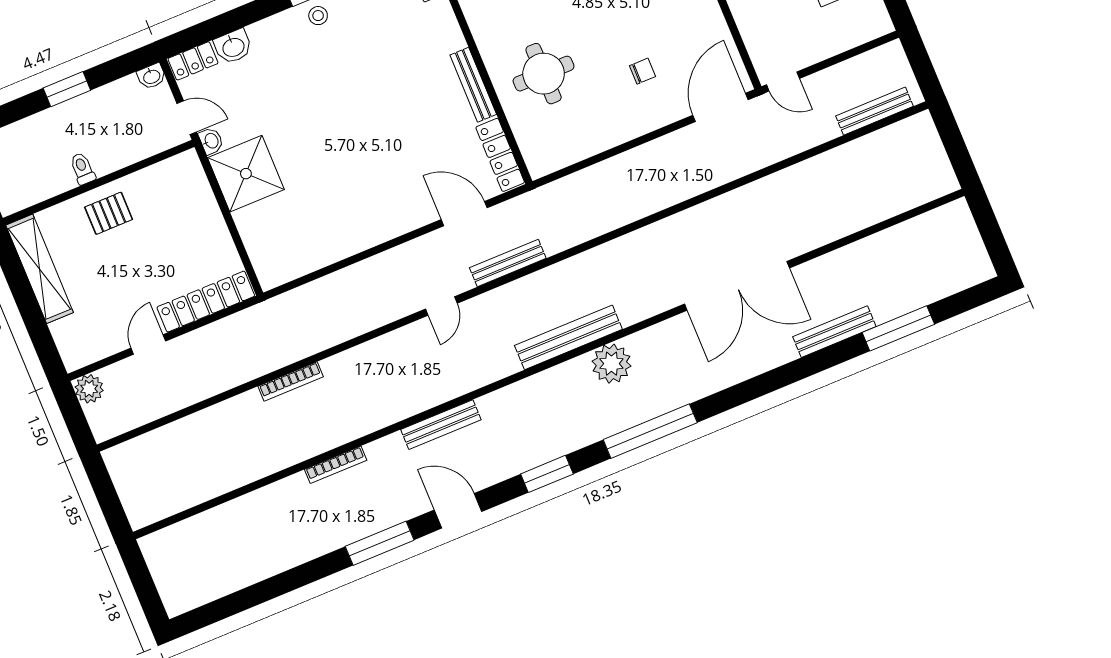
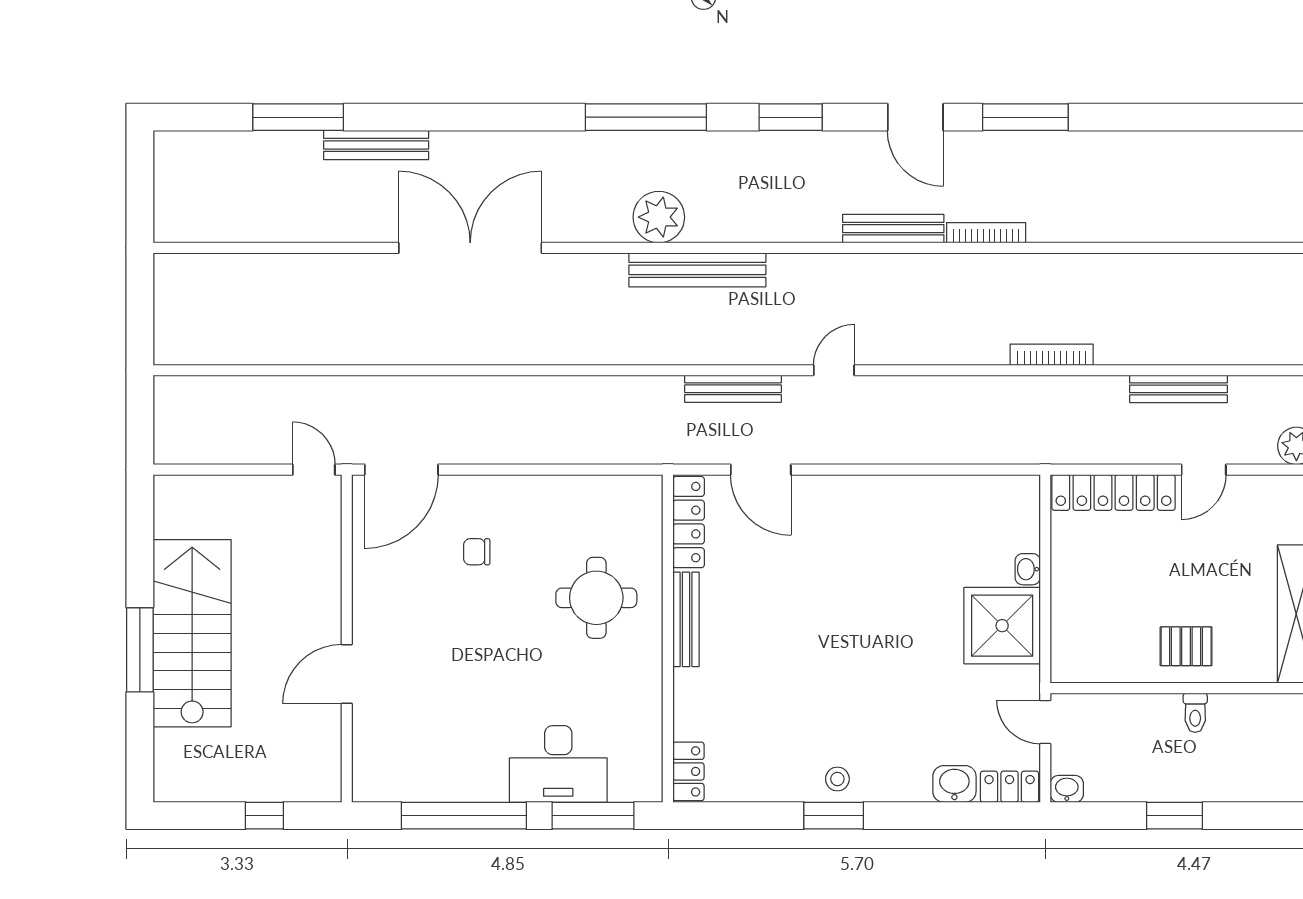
bench: (874, 111) -> (1178, 389), moved
washbasin: (211, 141) -> (1028, 569), moved
bookcase: (336, 465) -> (986, 233), moved

